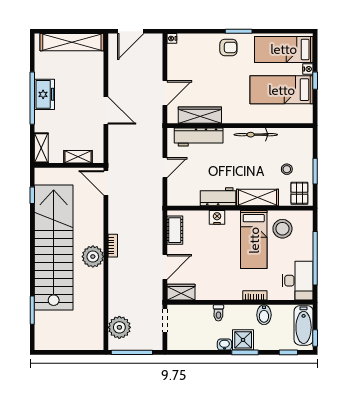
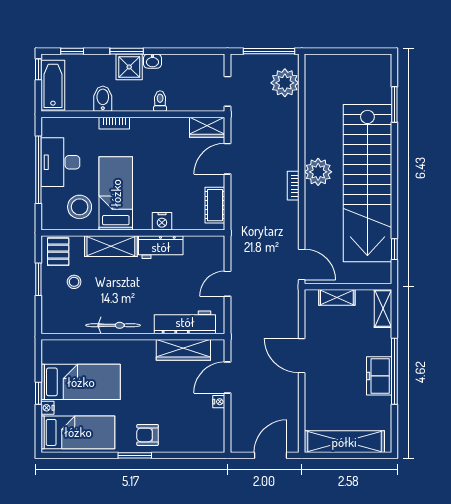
nightstand: (172, 38) -> (219, 402), moved
desk: (298, 281) -> (60, 162), moved

